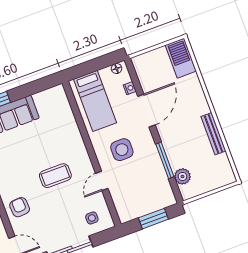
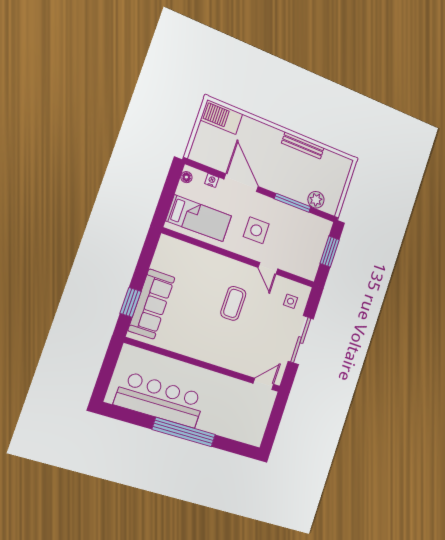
armchair: (20, 207) -> (235, 355), removed

